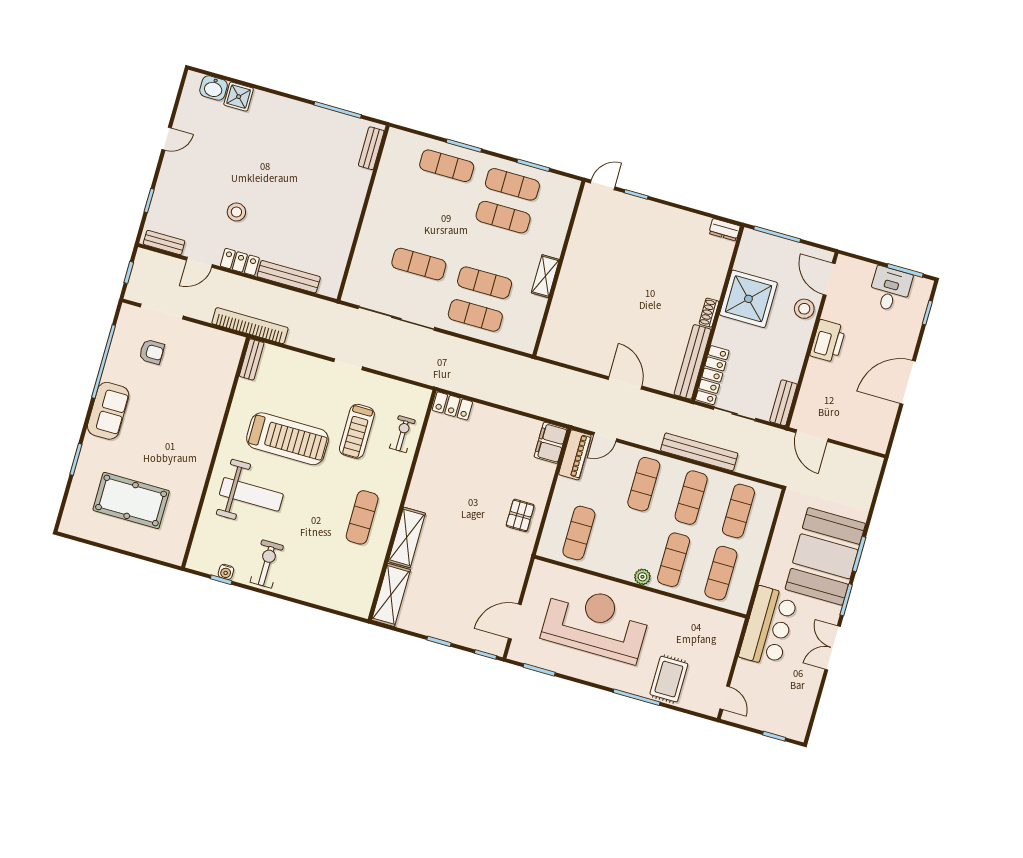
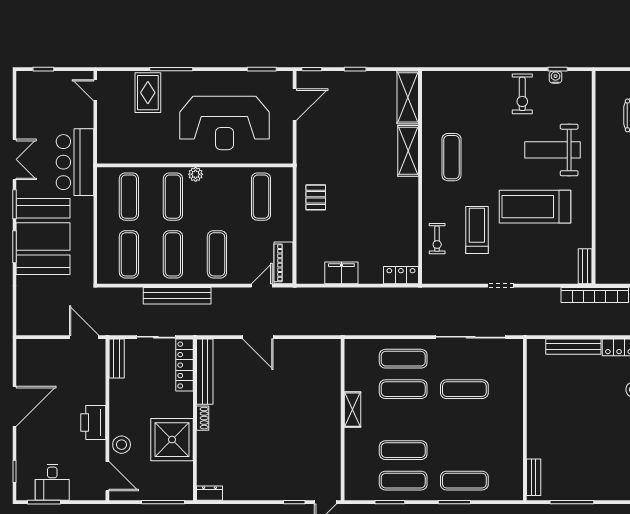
filing cabinet: (551, 443) -> (341, 273), moved, turned -90

